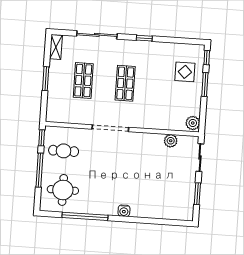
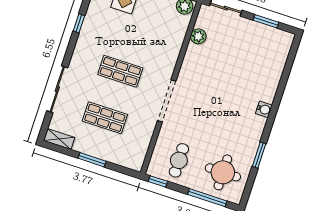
window: (144, 38) -> (79, 23), moved
window: (39, 170) -> (207, 198), moved
window: (85, 216) -> (259, 155), width x0.47

